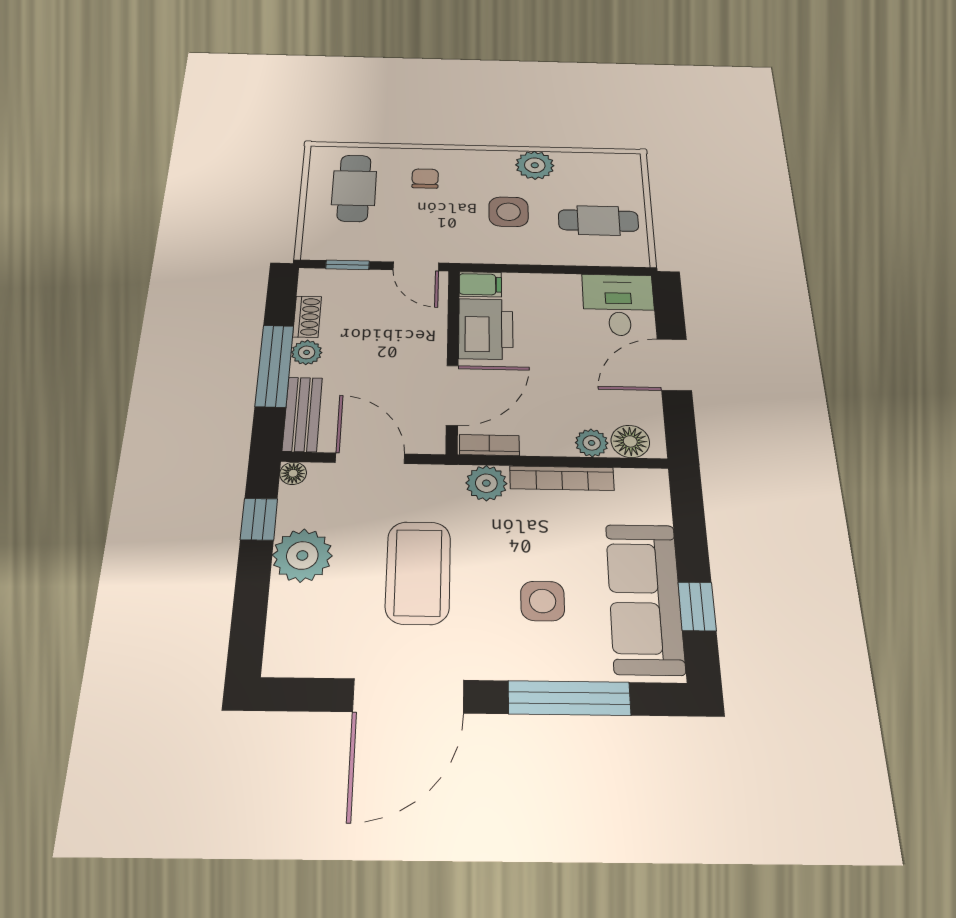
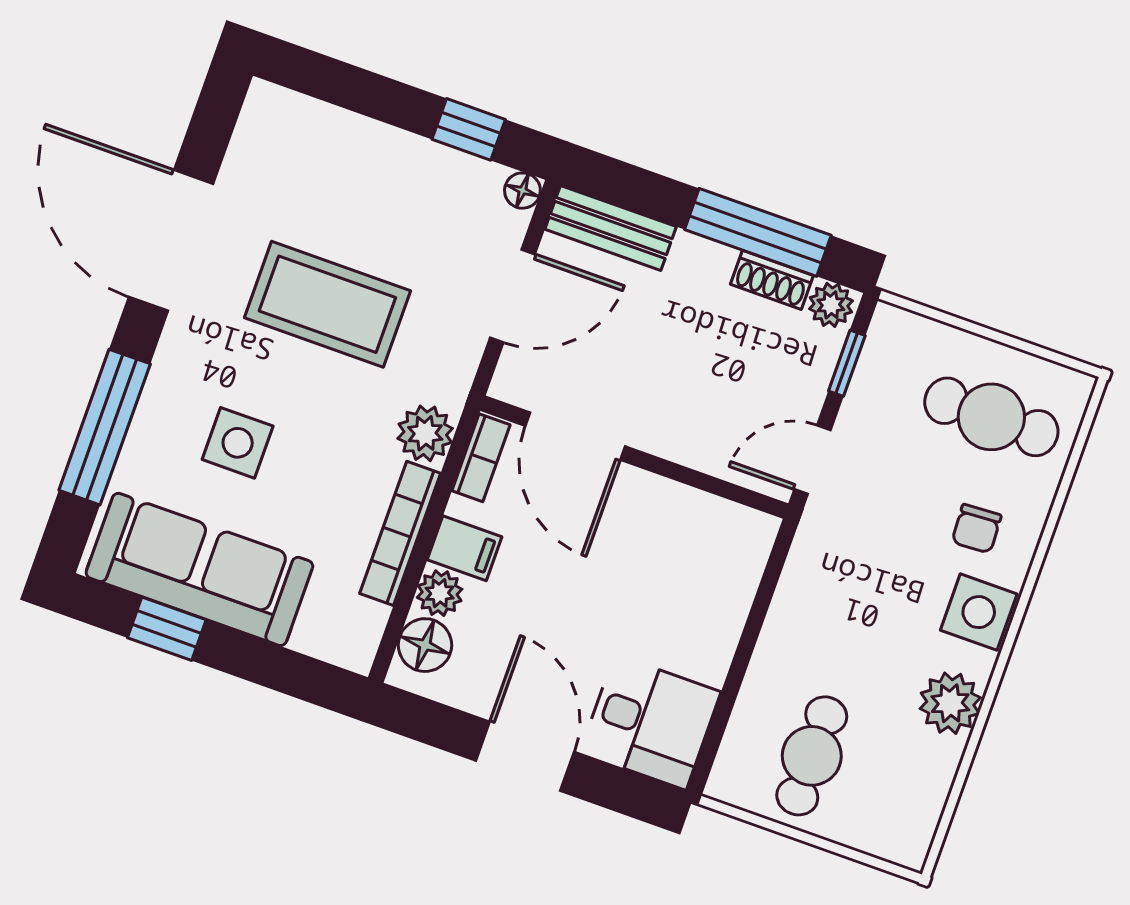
chair: (425, 178) -> (977, 529), turned 87
side table: (508, 212) -> (979, 612), moved
filing cabinet: (480, 284) -> (465, 548), moved, turned -90
printer: (486, 329) -> (670, 520), removed
plant: (307, 352) -> (831, 305), moved
window: (275, 366) -> (758, 232), moved
plant: (302, 555) -> (399, 169), removed

